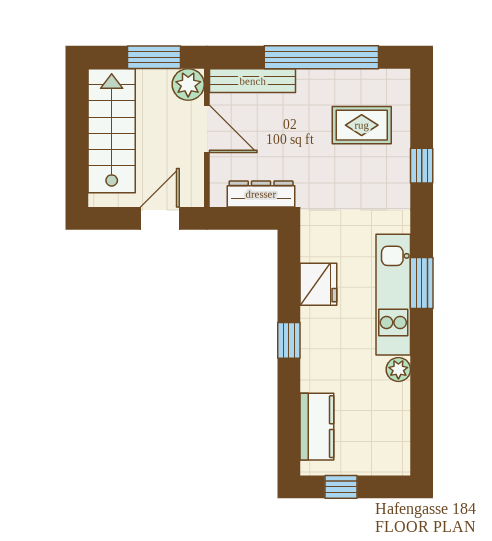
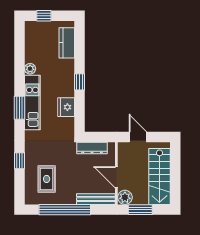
rug: (362, 125) -> (47, 179), turned 90
door: (160, 218) -> (138, 137), swing flipped
window: (341, 487) -> (44, 16), moved

